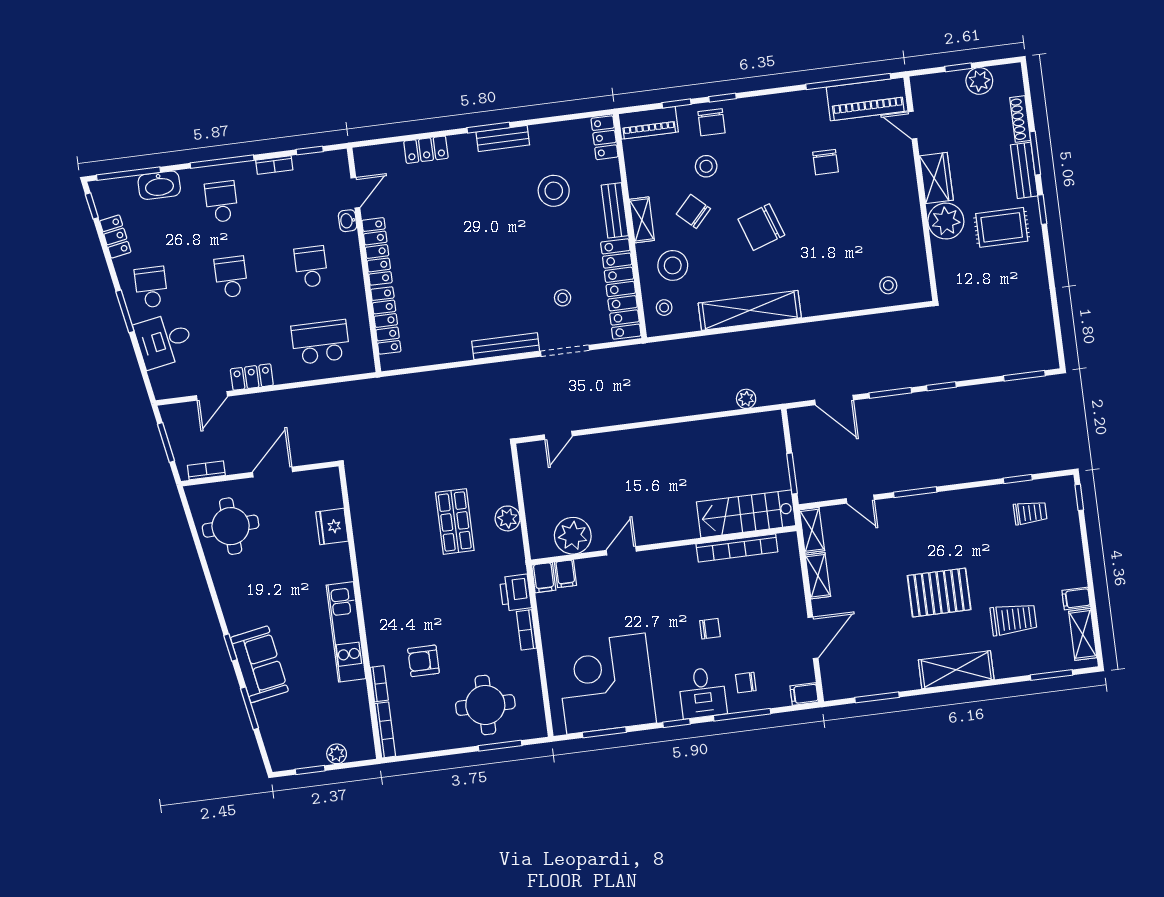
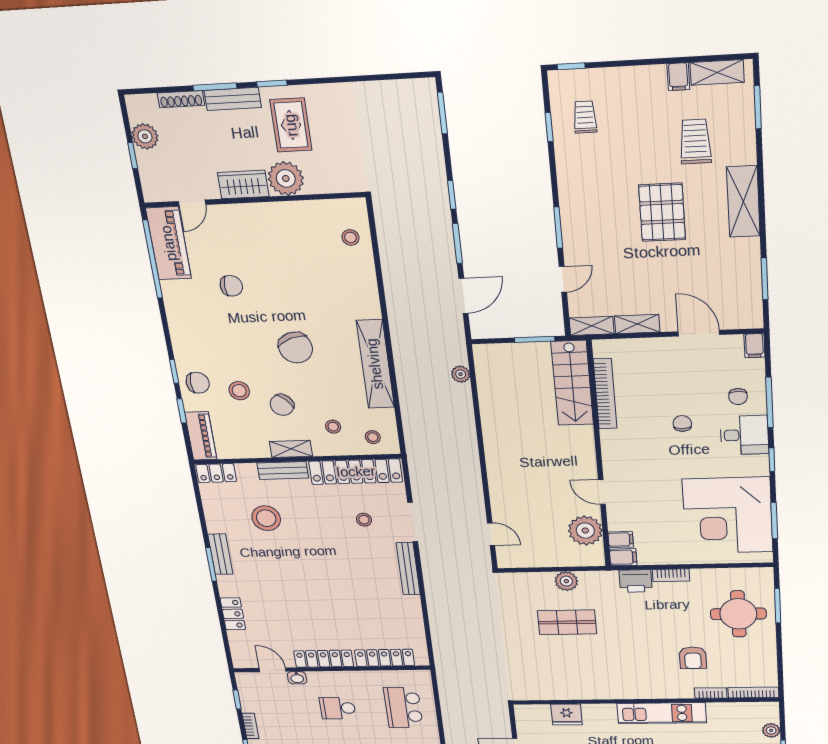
stool: (673, 265) -> (333, 427), width x0.53, depth x0.53

